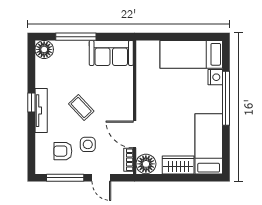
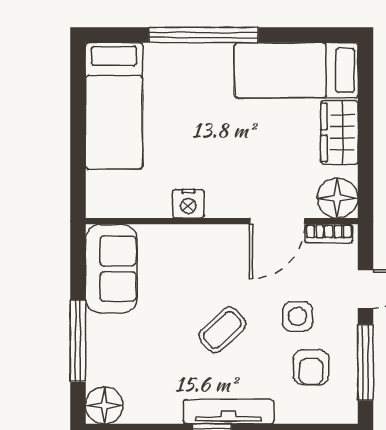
nightstand: (215, 77) -> (188, 204), moved, turned 180

